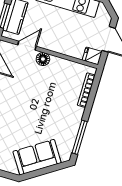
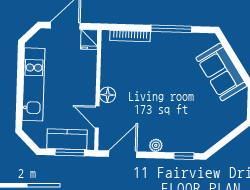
window: (80, 137) -> (171, 29), moved

